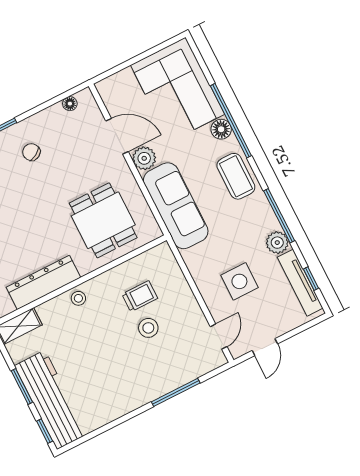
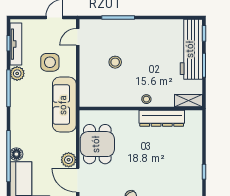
coffee table: (236, 176) -> (22, 123), removed
sofa: (176, 206) -> (64, 105), moved
dining table: (103, 220) -> (97, 144), moved
trolley: (140, 296) -> (111, 83), removed

